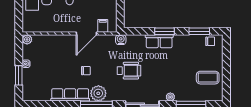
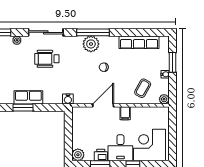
filing cabinet: (103, 26) -> (125, 113), moved
coffee table: (48, 50) -> (143, 88), added
wheelchair: (129, 71) -> (47, 59), moved
row of seats: (70, 95) -> (139, 42), moved

